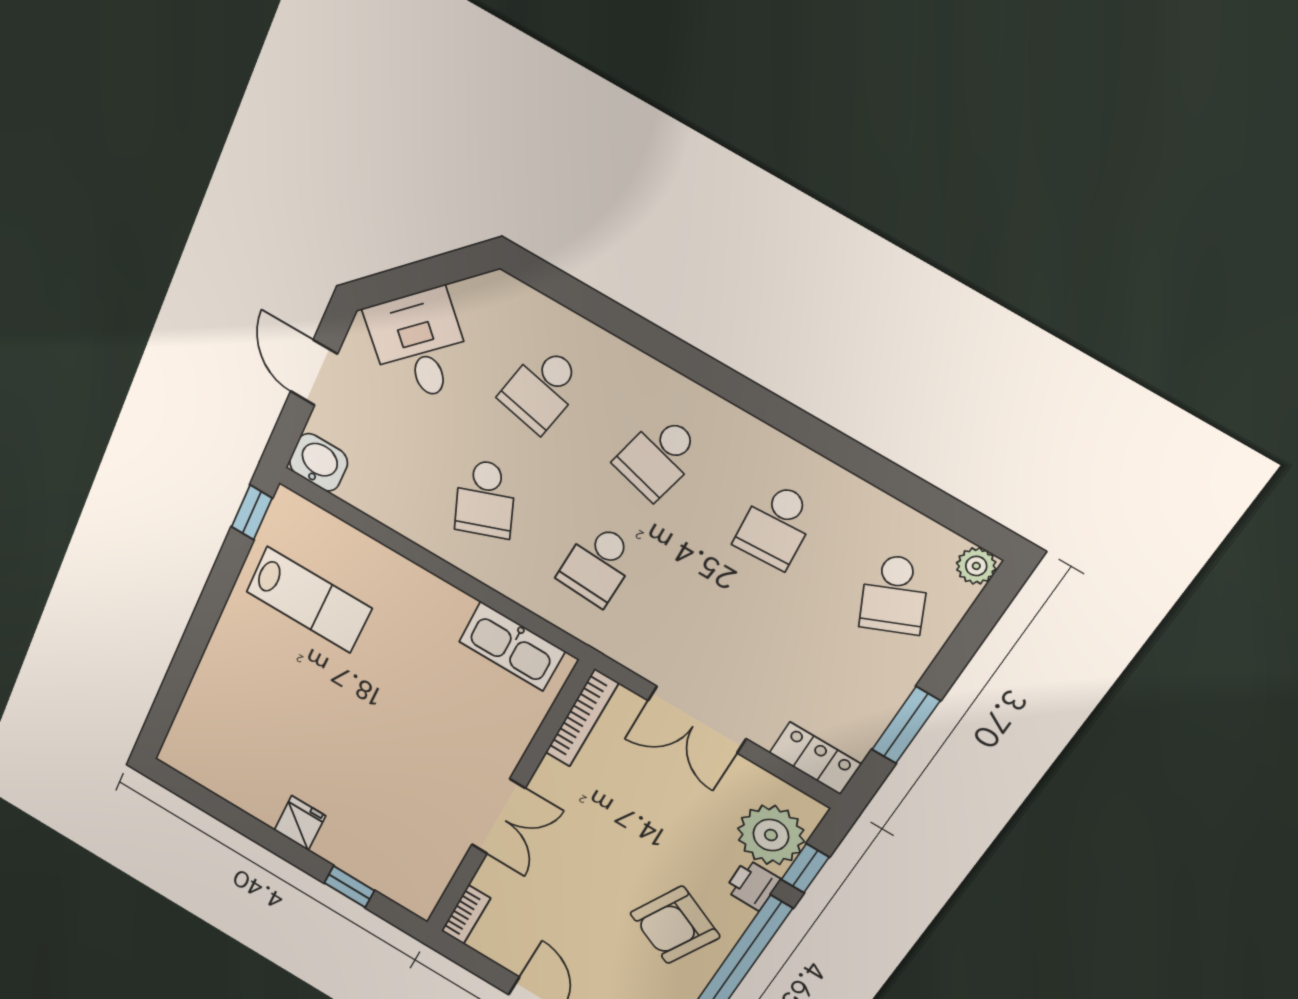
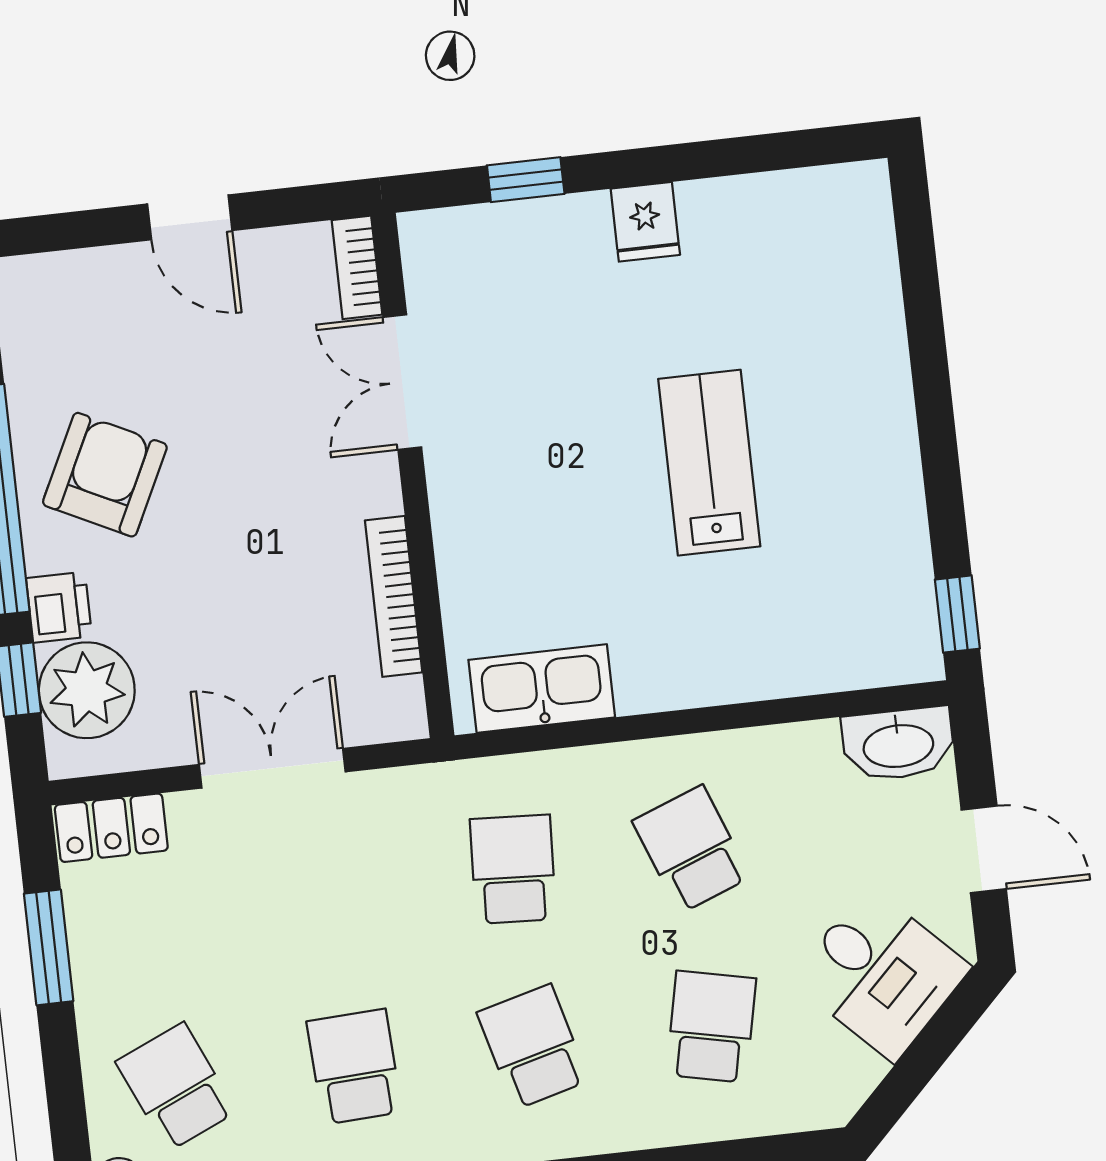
school desk: (658, 457) -> (533, 1047), turned -30
washbasin: (319, 462) -> (898, 744), width x1.38
lab bench: (309, 600) -> (709, 463), moved, turned 90
bookcase: (582, 718) -> (394, 596), moved
double door: (498, 817) -> (402, 382), moved

